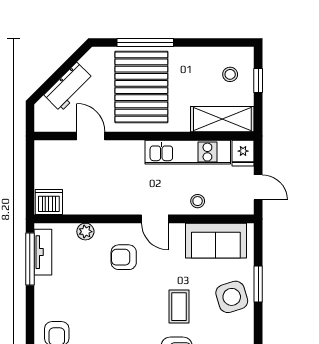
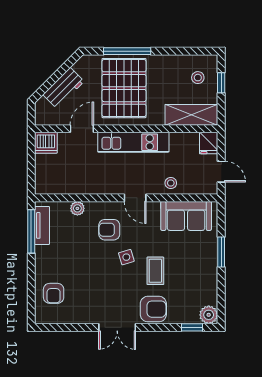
door: (91, 136) -> (82, 129), hinge flipped
kitchen unit: (188, 152) -> (133, 142), moved
dishwasher: (49, 202) -> (46, 143), moved, turned 180
side table: (232, 297) -> (126, 257), moved, width x0.54, depth x0.54

